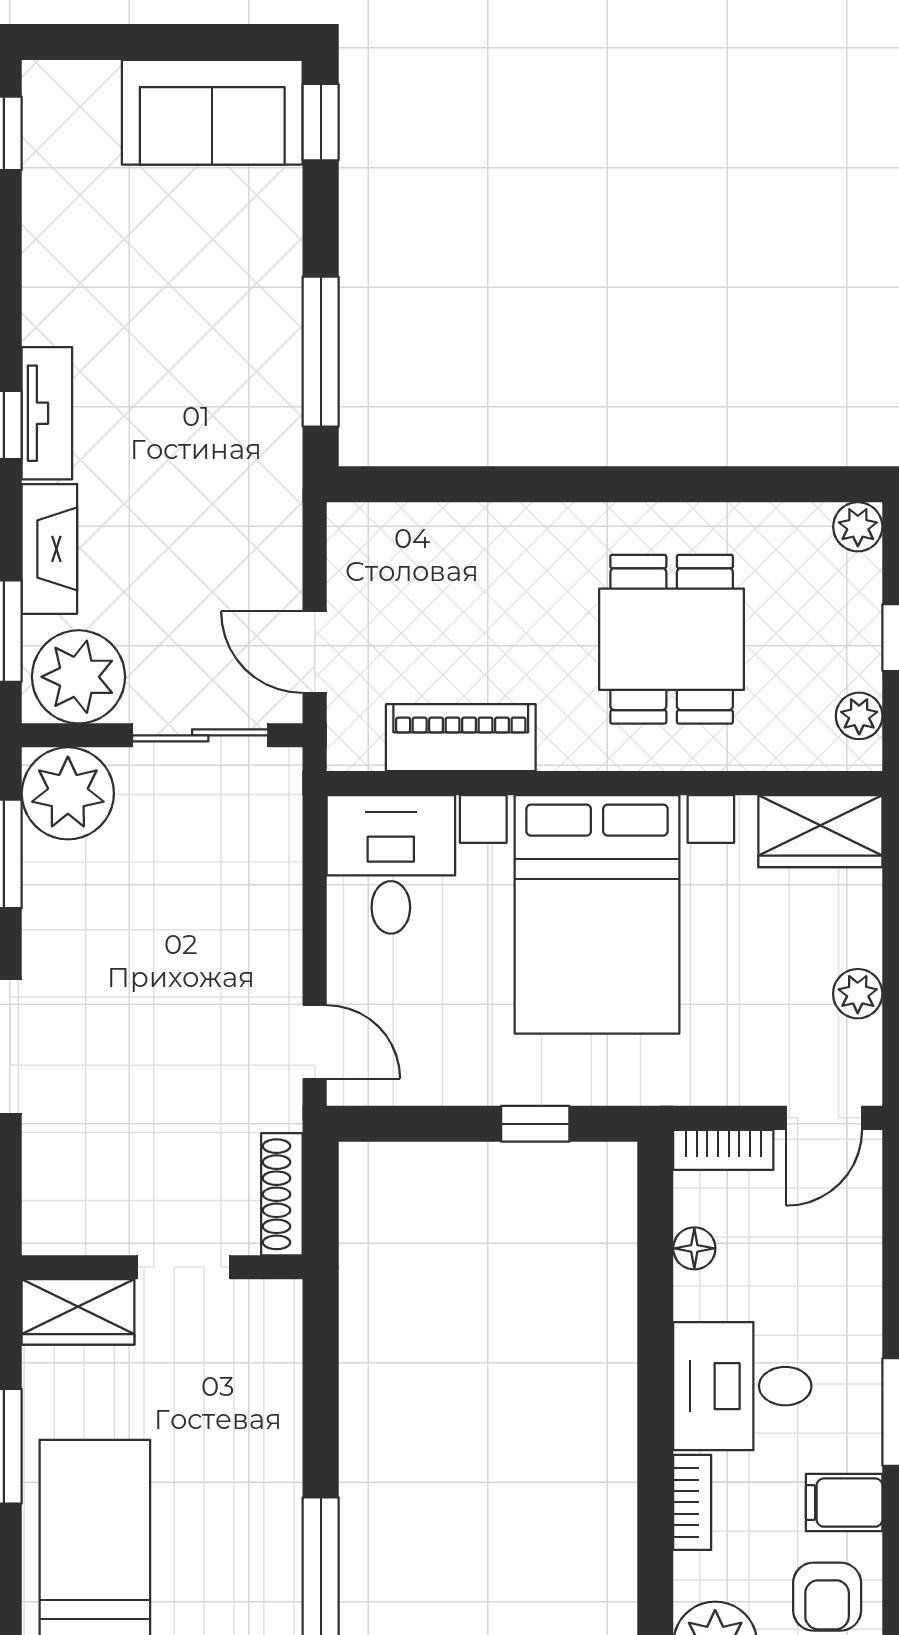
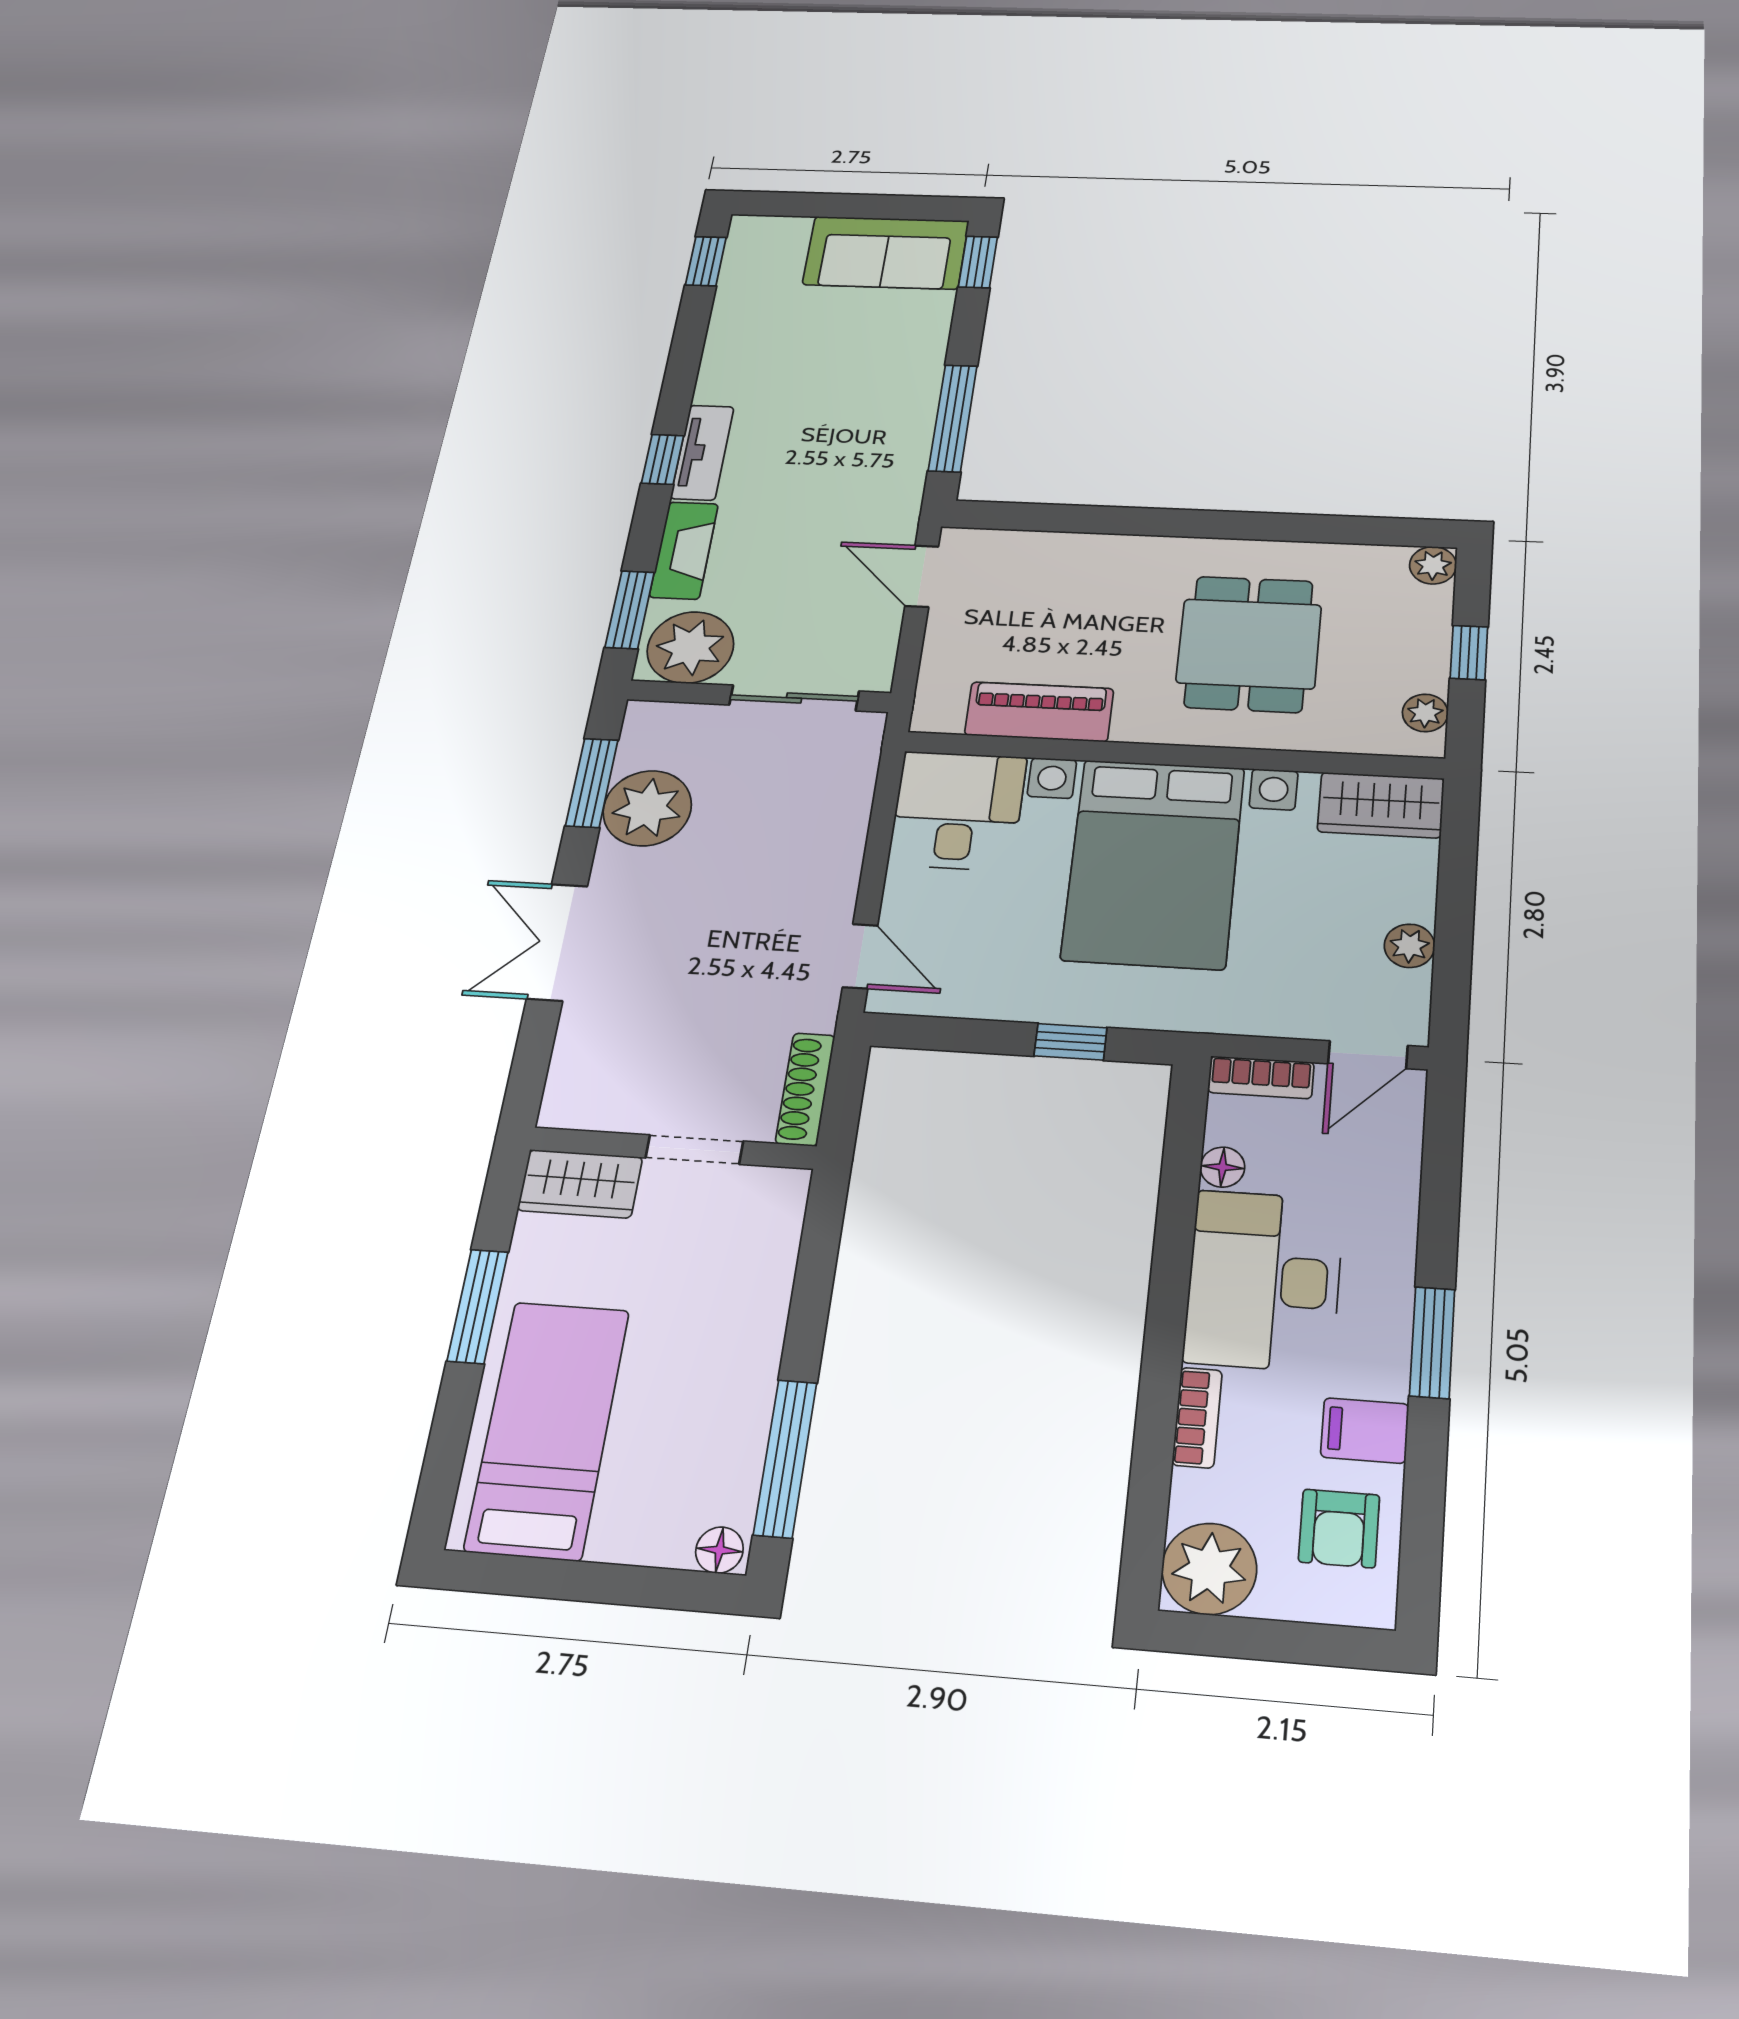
door: (315, 652) -> (922, 576), moved
plant: (68, 793) -> (647, 808), moved
desk: (742, 1386) -> (1264, 1280), width x1.37

